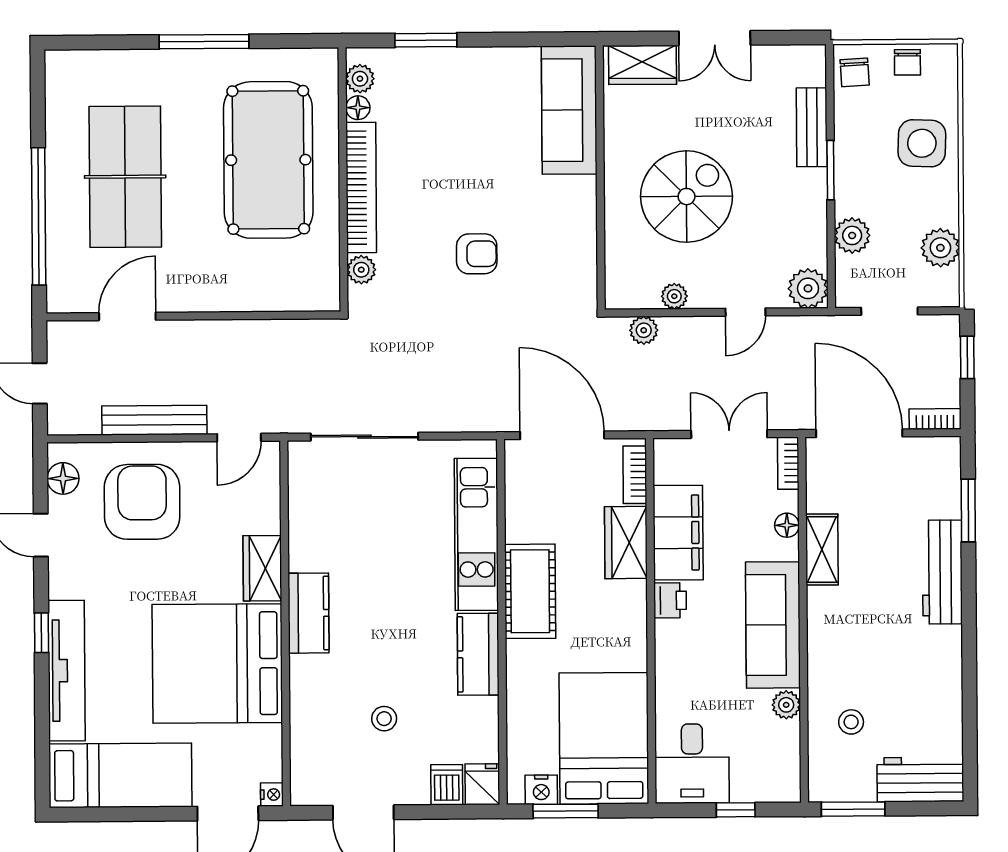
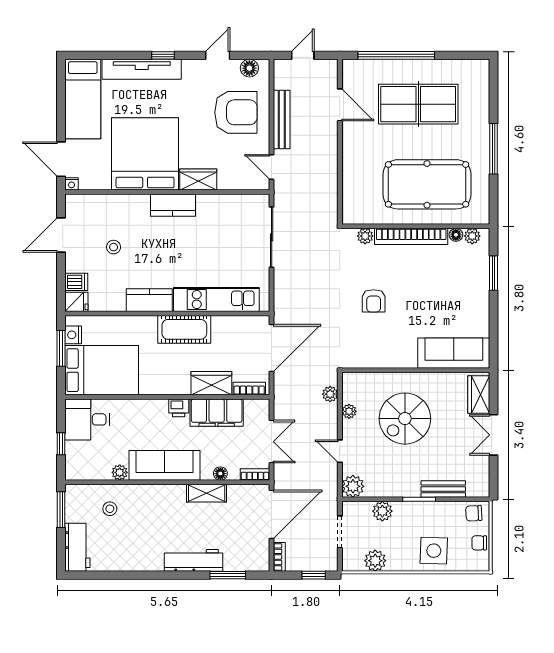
spiral stairs: (687, 197) -> (405, 419), turned 90

